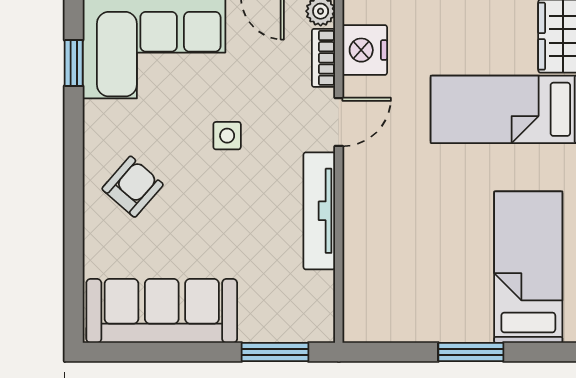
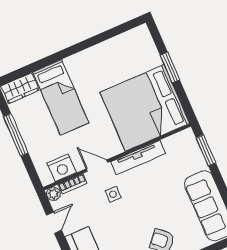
side table: (227, 136) -> (113, 194), moved
bed: (528, 267) -> (145, 108), moved, width x2.04

